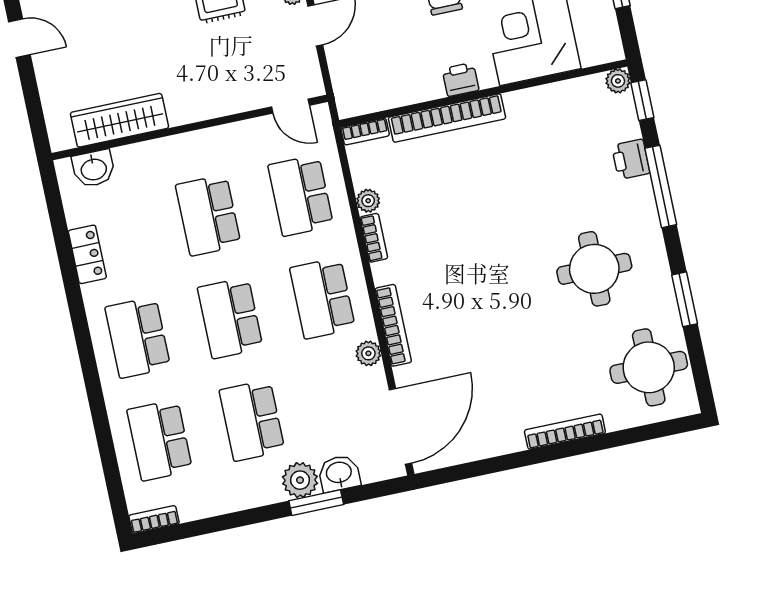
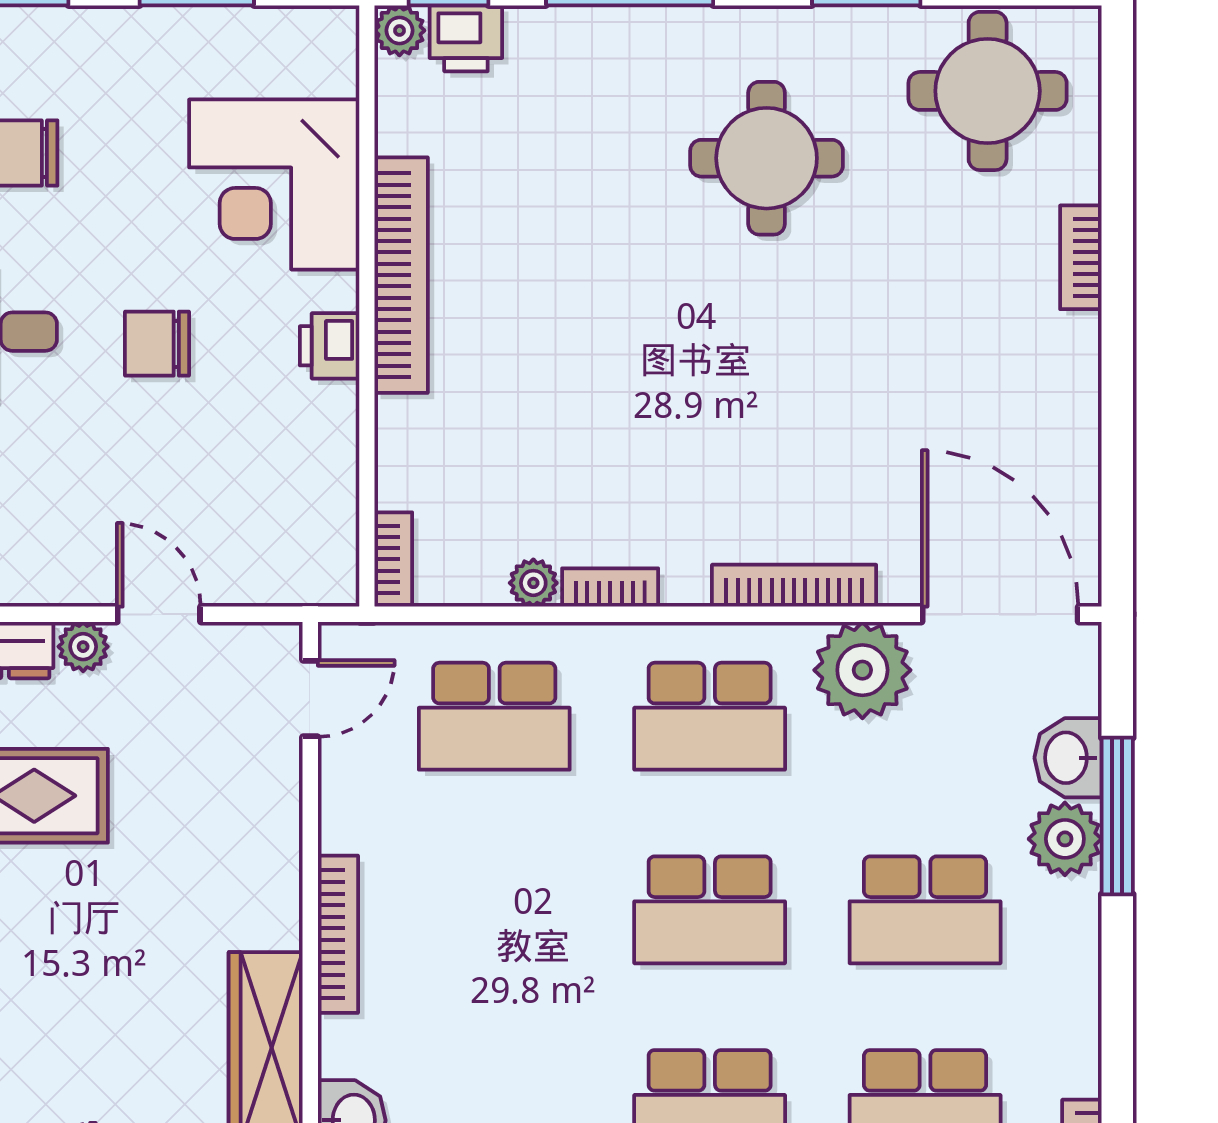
bookcase: (447, 118) -> (401, 275), moved
bookcase: (181, 143) -> (338, 934), added
printer: (631, 159) -> (466, 38), moved
school desk: (208, 215) -> (494, 910), removed
plant: (368, 353) -> (862, 670), width x1.88, depth x1.88
bookcase: (565, 432) -> (1081, 257), width x0.64
window: (316, 503) -> (1117, 816), width x1.44

